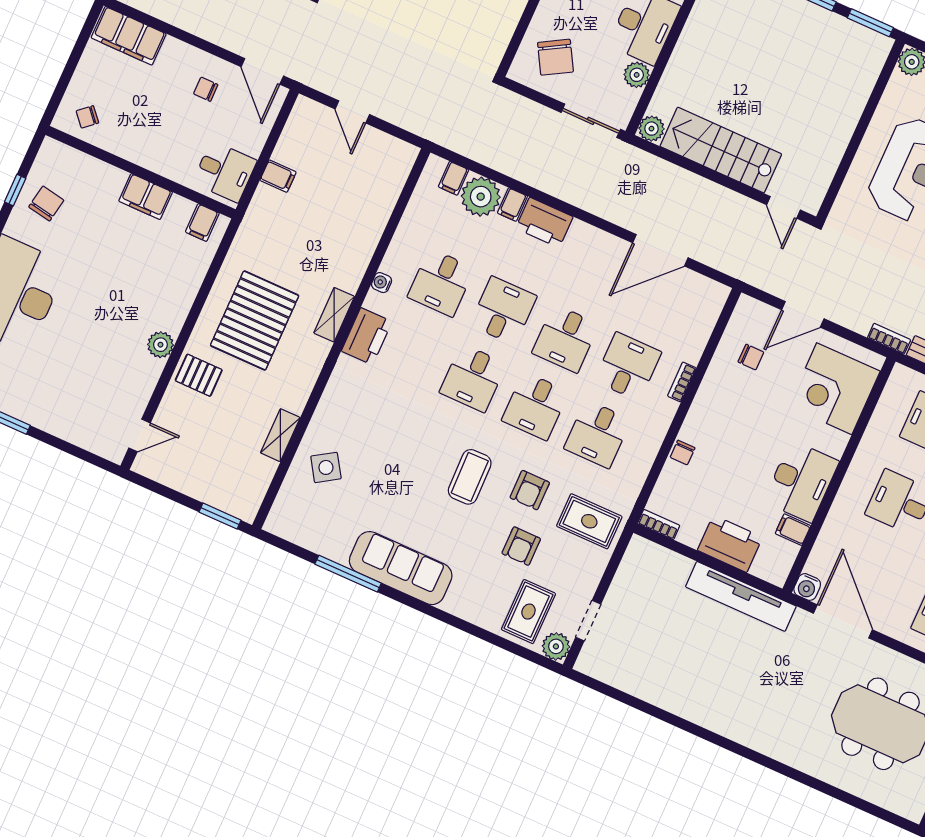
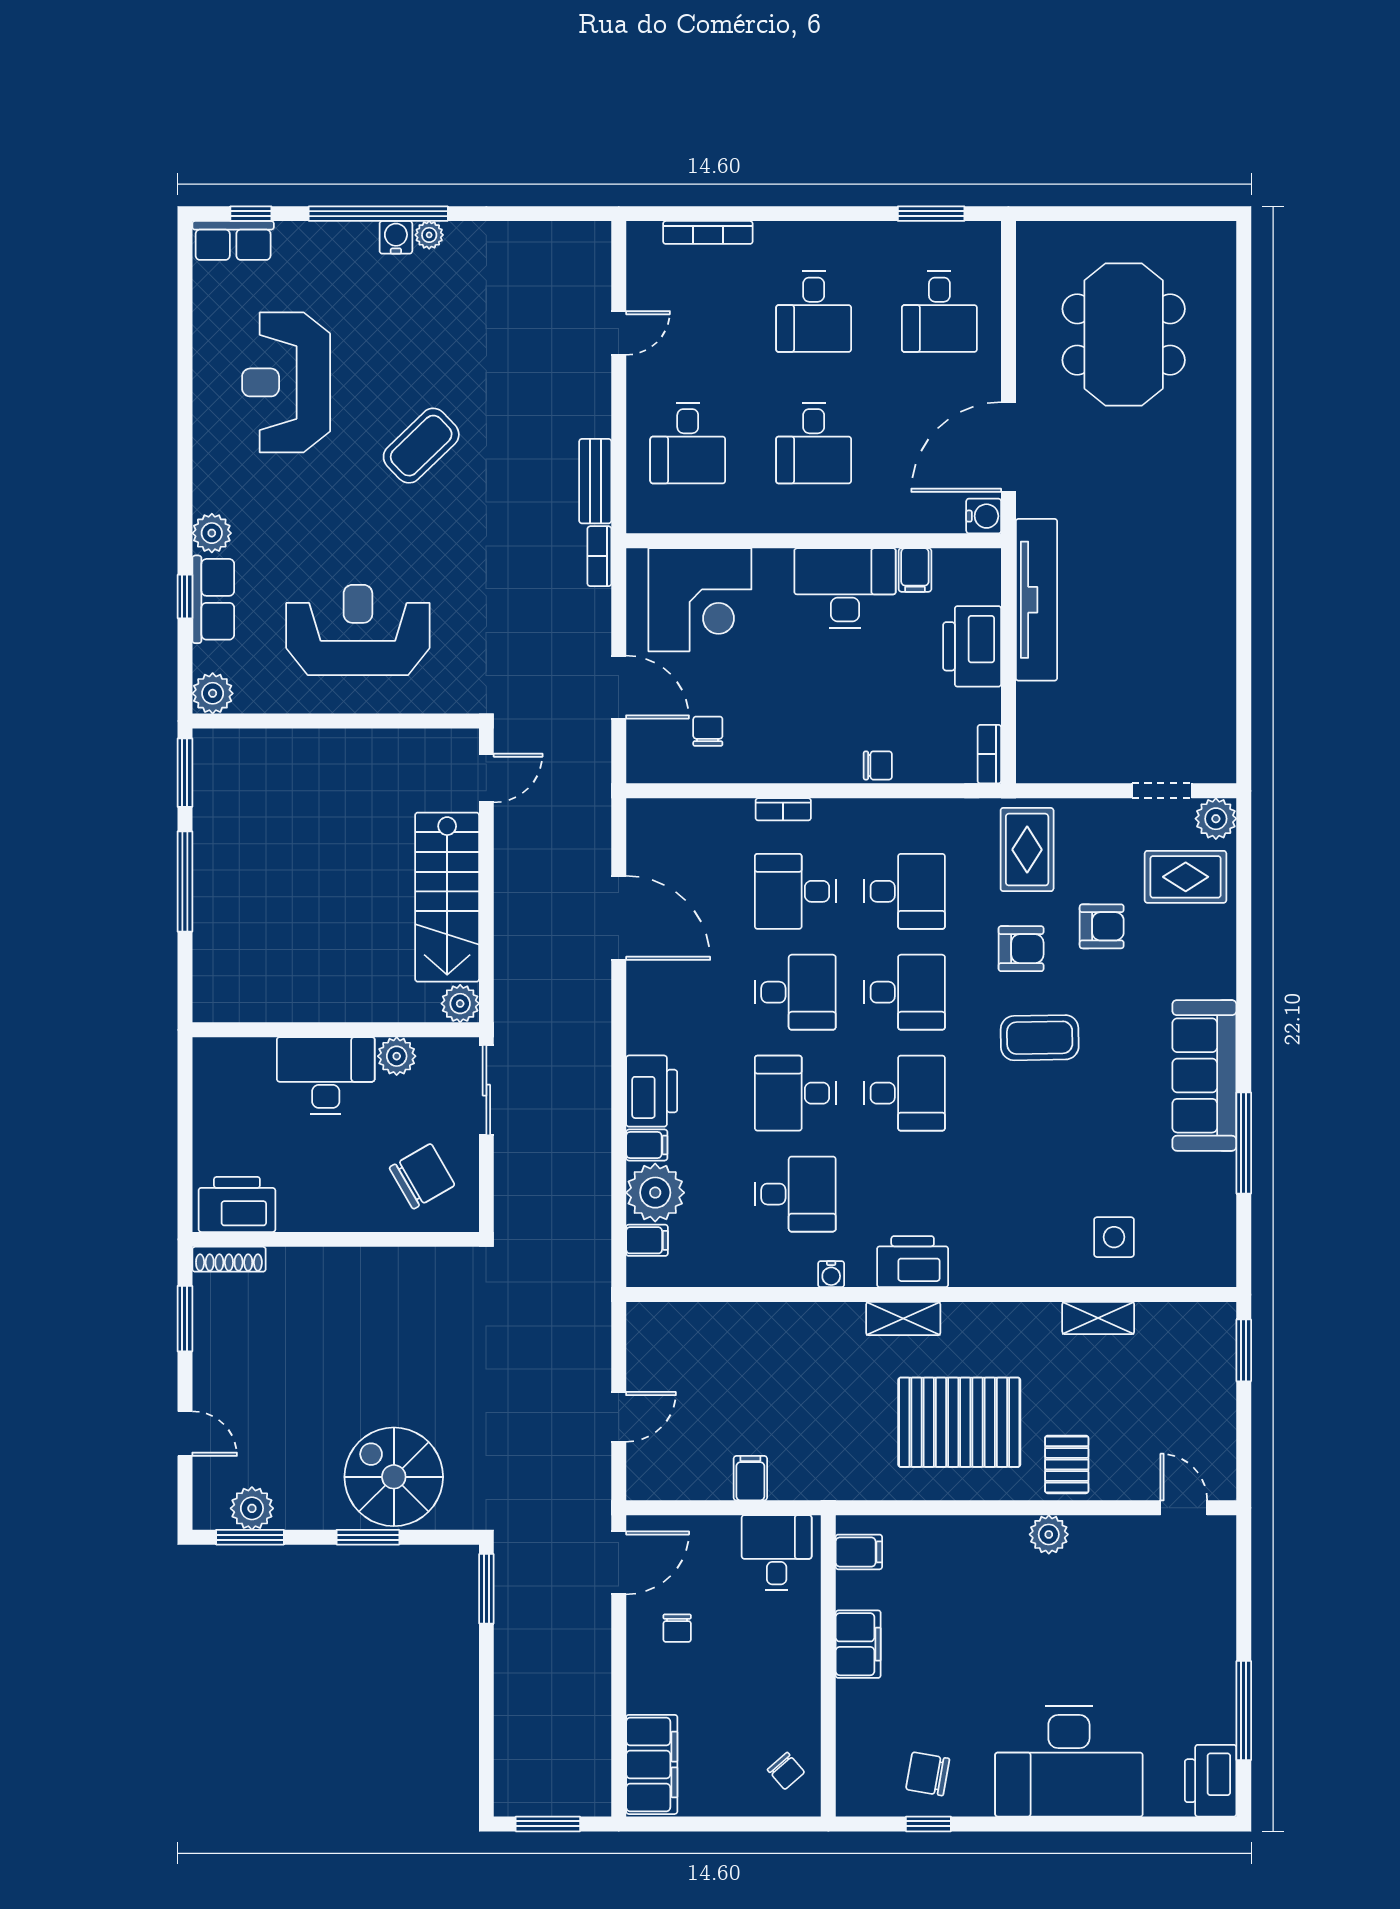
side table: (326, 467) -> (1114, 1237), turned 33

